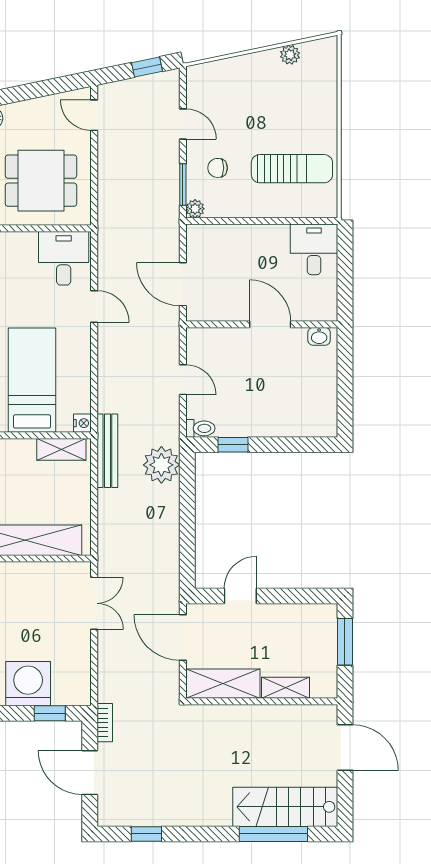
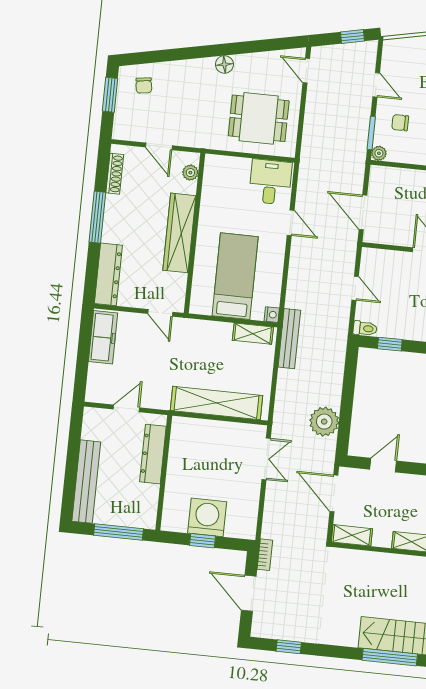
plant: (161, 465) -> (324, 422), moved
shelving: (223, 684) -> (352, 535), width x0.67, depth x0.75
window: (50, 713) -> (203, 541), moved

